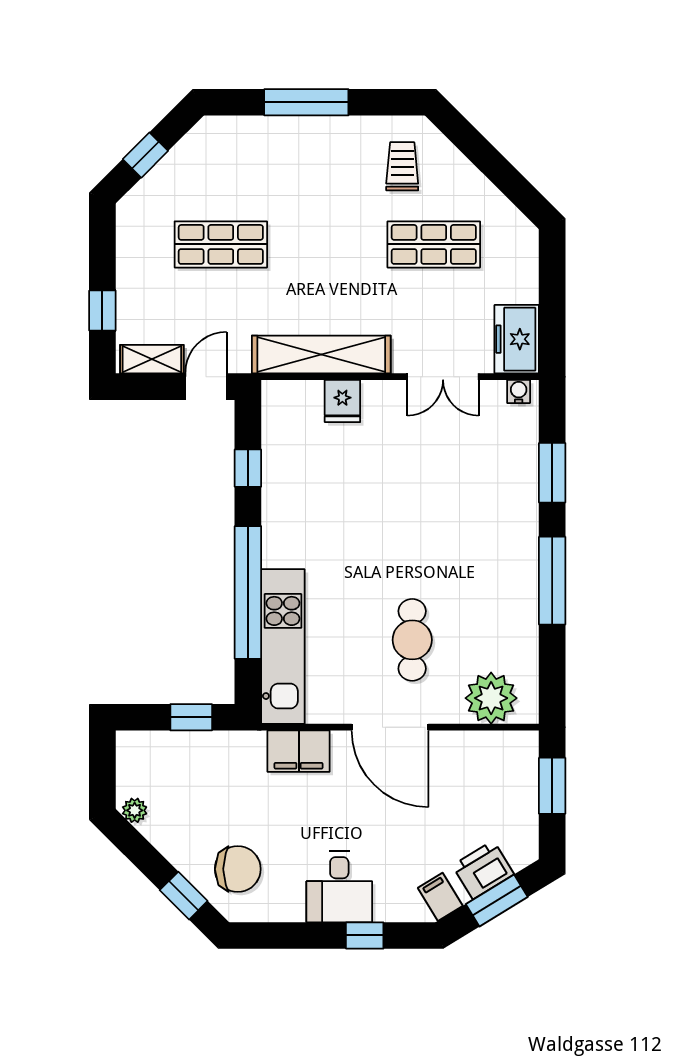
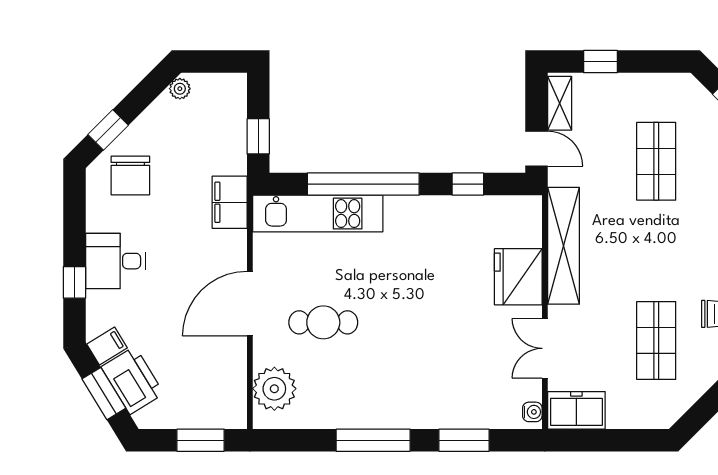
fridge: (342, 401) -> (518, 277), width x1.88, depth x1.34
filing cabinet: (299, 751) -> (230, 202), moved
printer: (483, 870) -> (132, 380), width x1.37, depth x1.19

